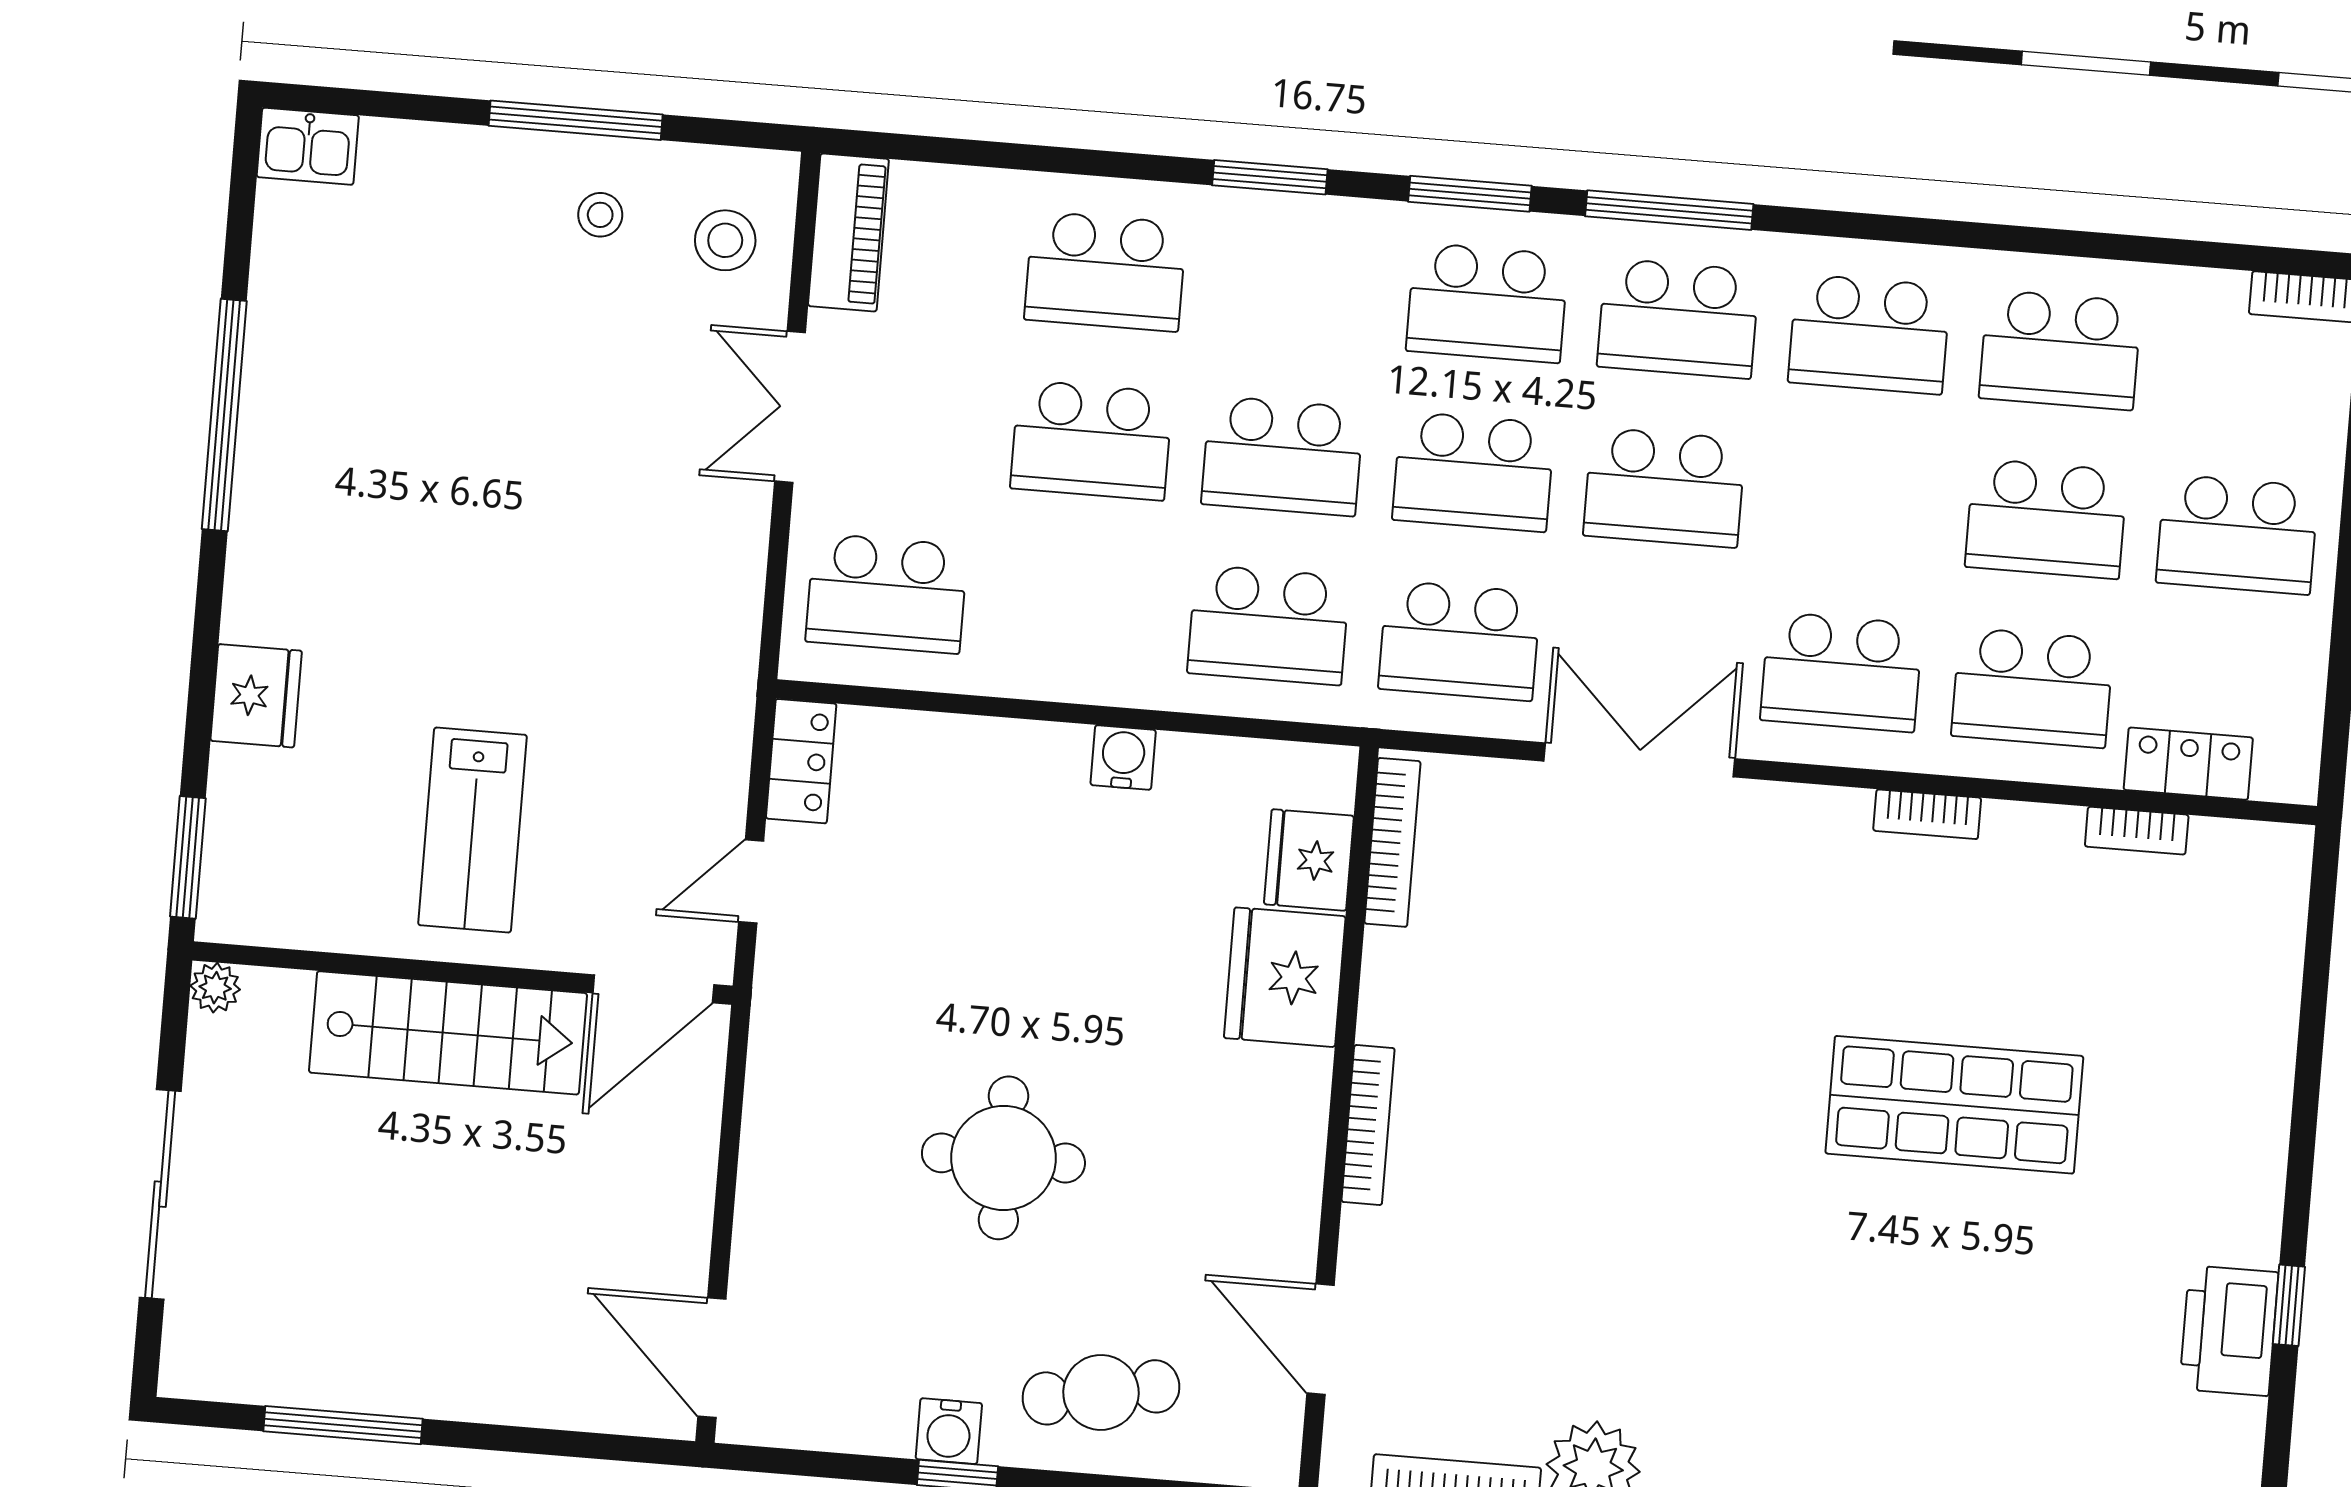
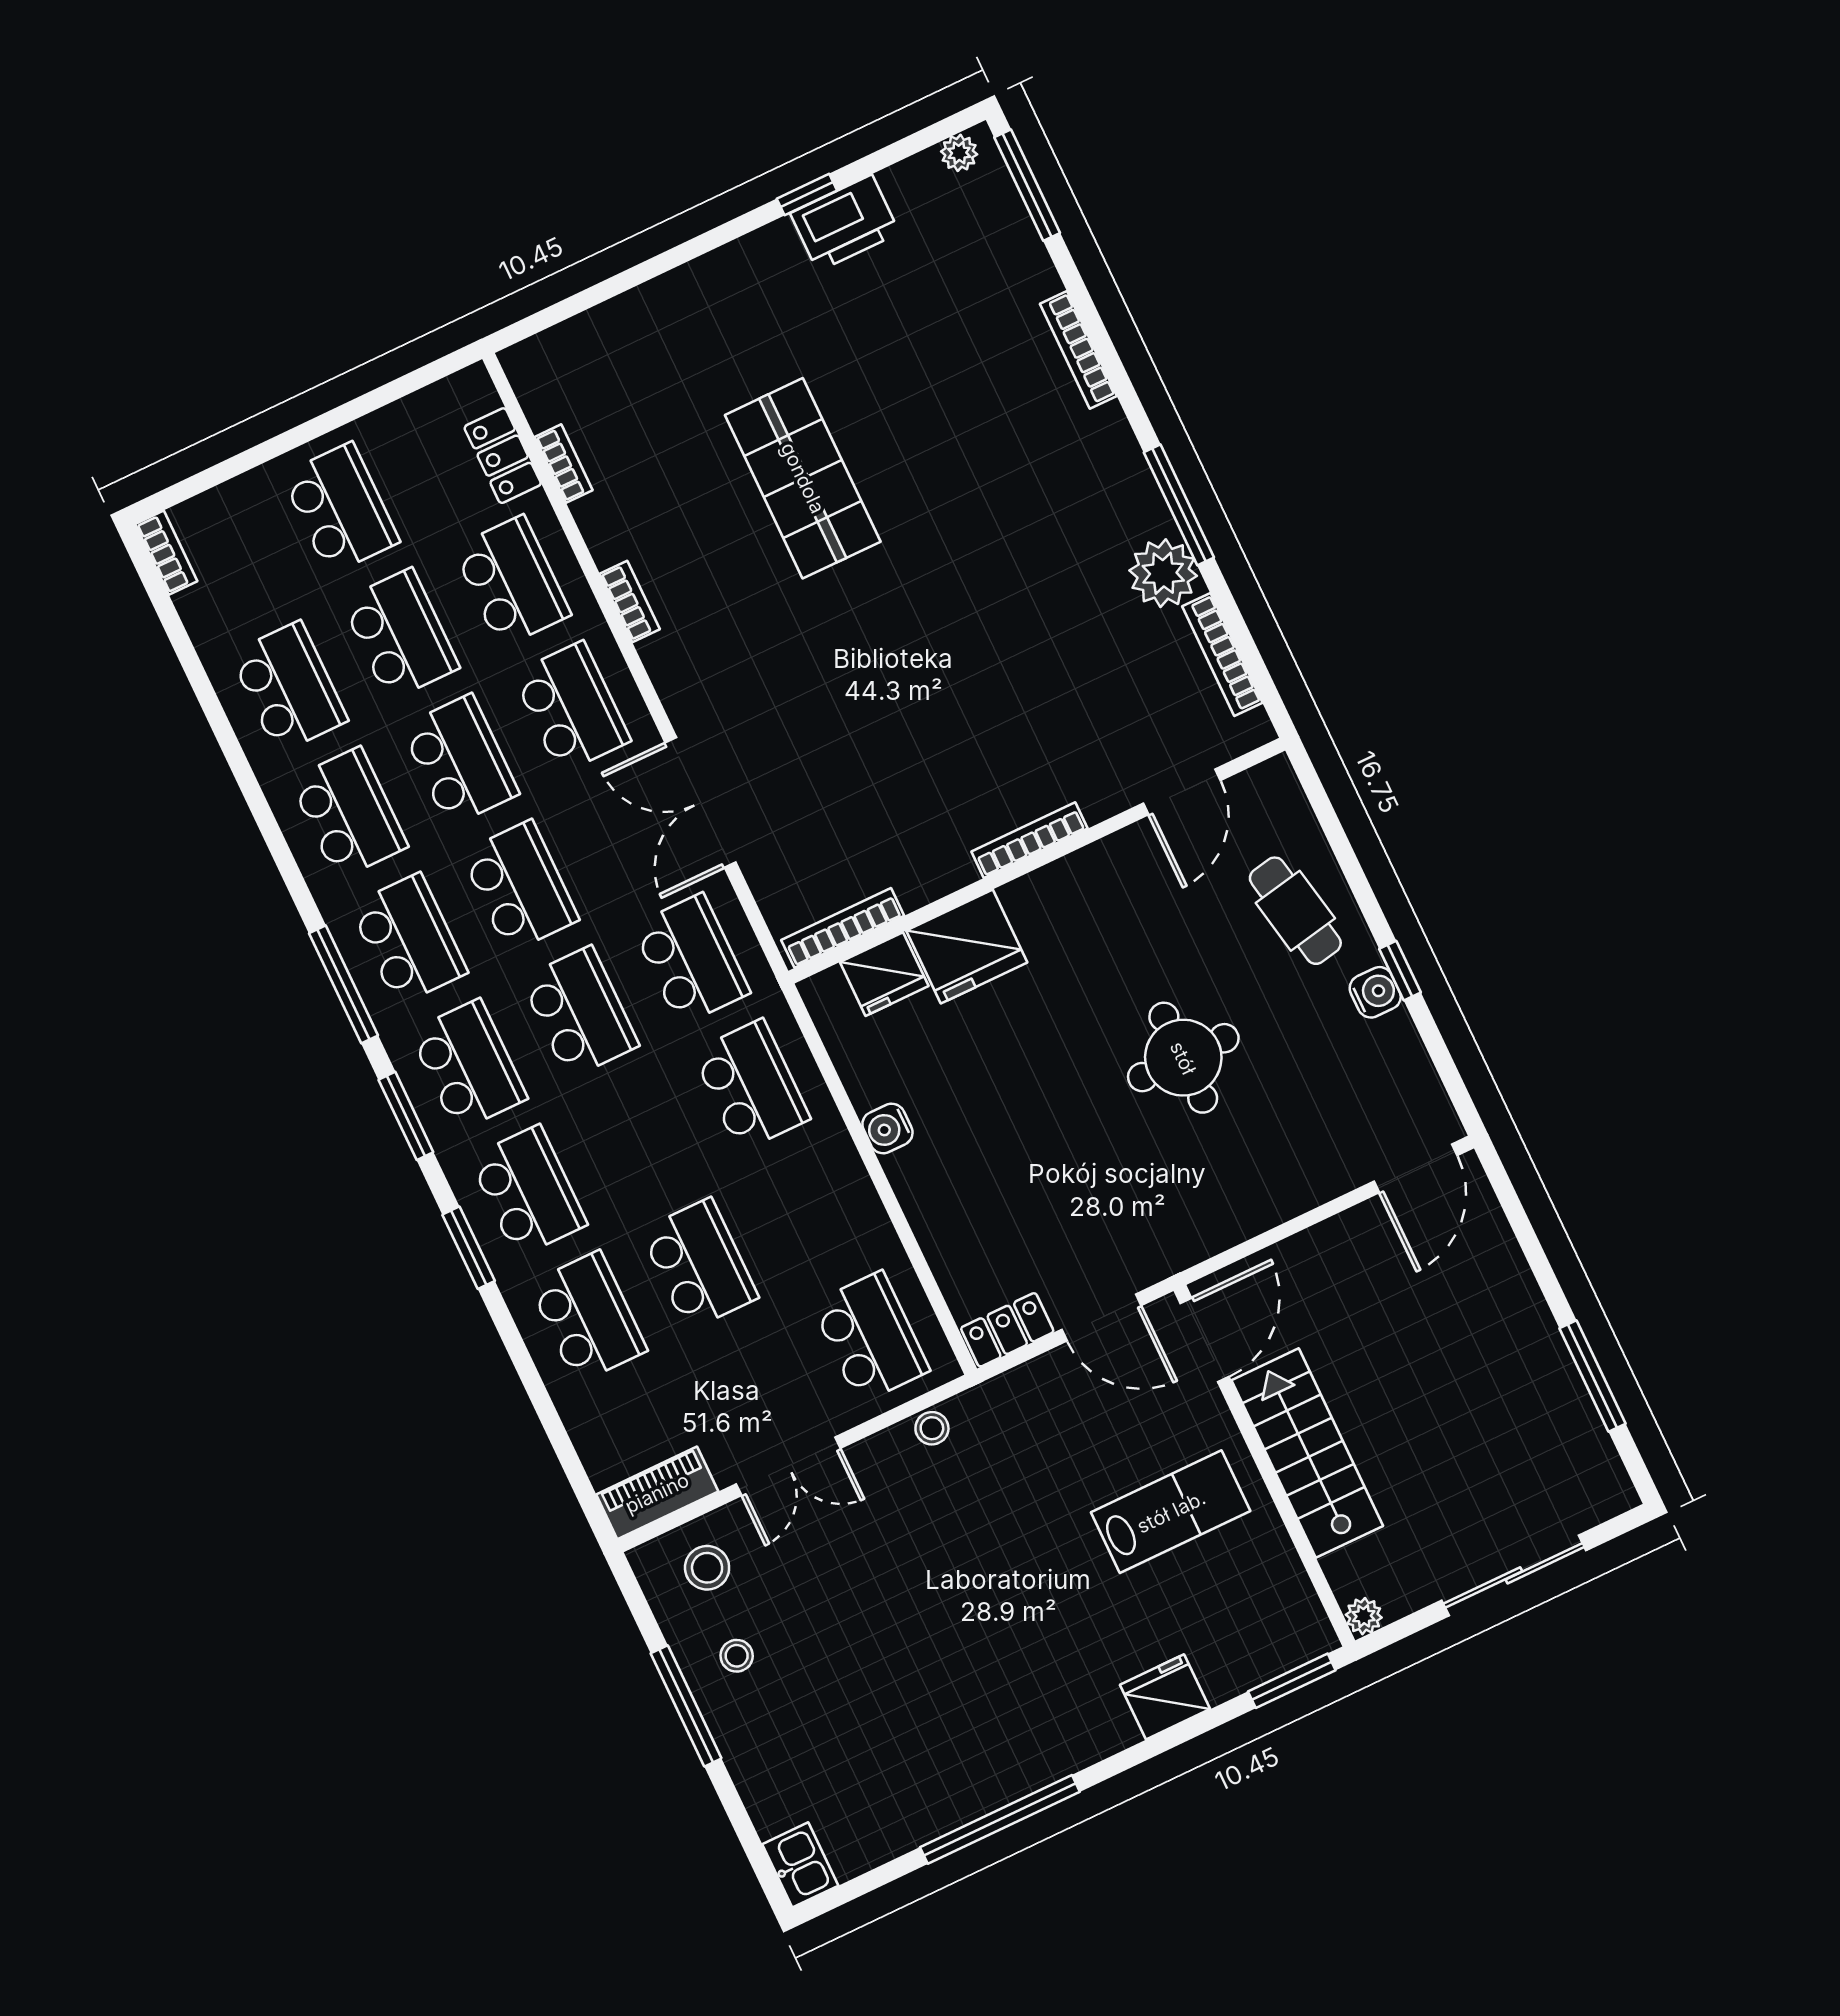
school desk: (1282, 456) -> (528, 1191), moved
school desk: (1855, 503) -> (460, 760), added
stool: (736, 604) -> (932, 1428), added
door: (751, 881) -> (1101, 1317), width x1.37
door: (653, 989) -> (1205, 1340), hinge flipped

